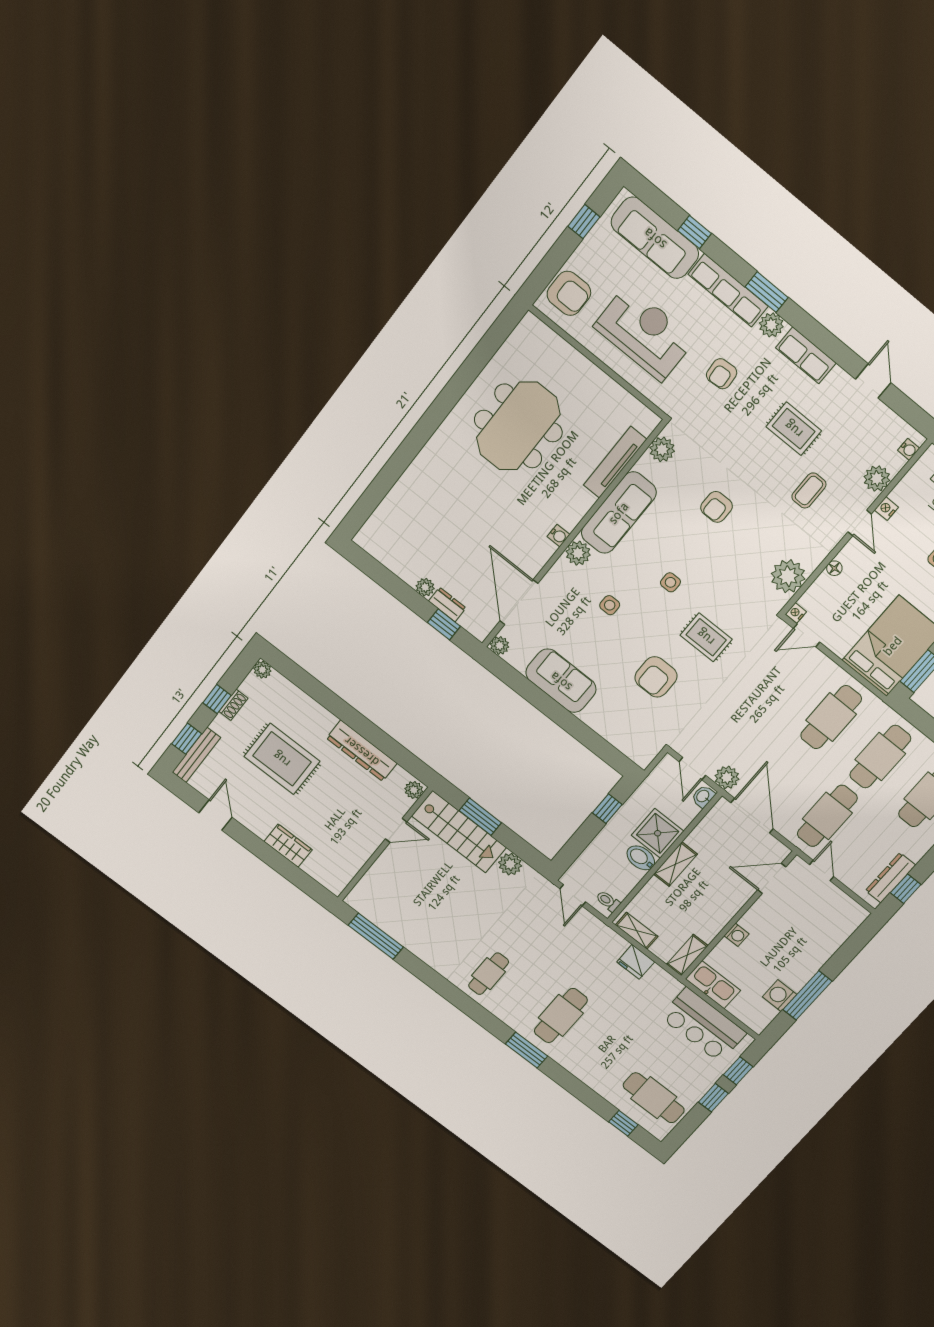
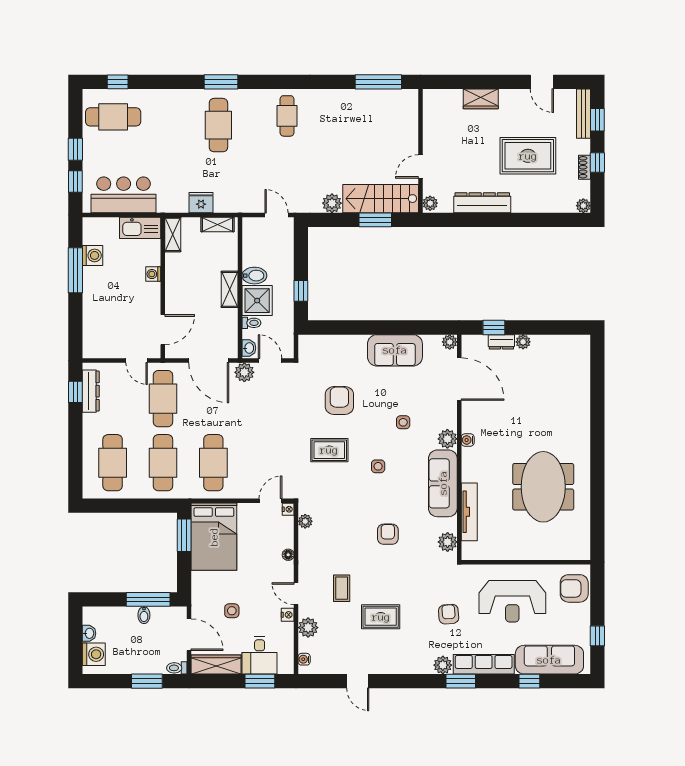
row of seats: (806, 355) -> (409, 664), removed
plant: (788, 576) -> (305, 521), width x0.53, depth x0.53
toilet: (608, 901) -> (251, 323), moved

